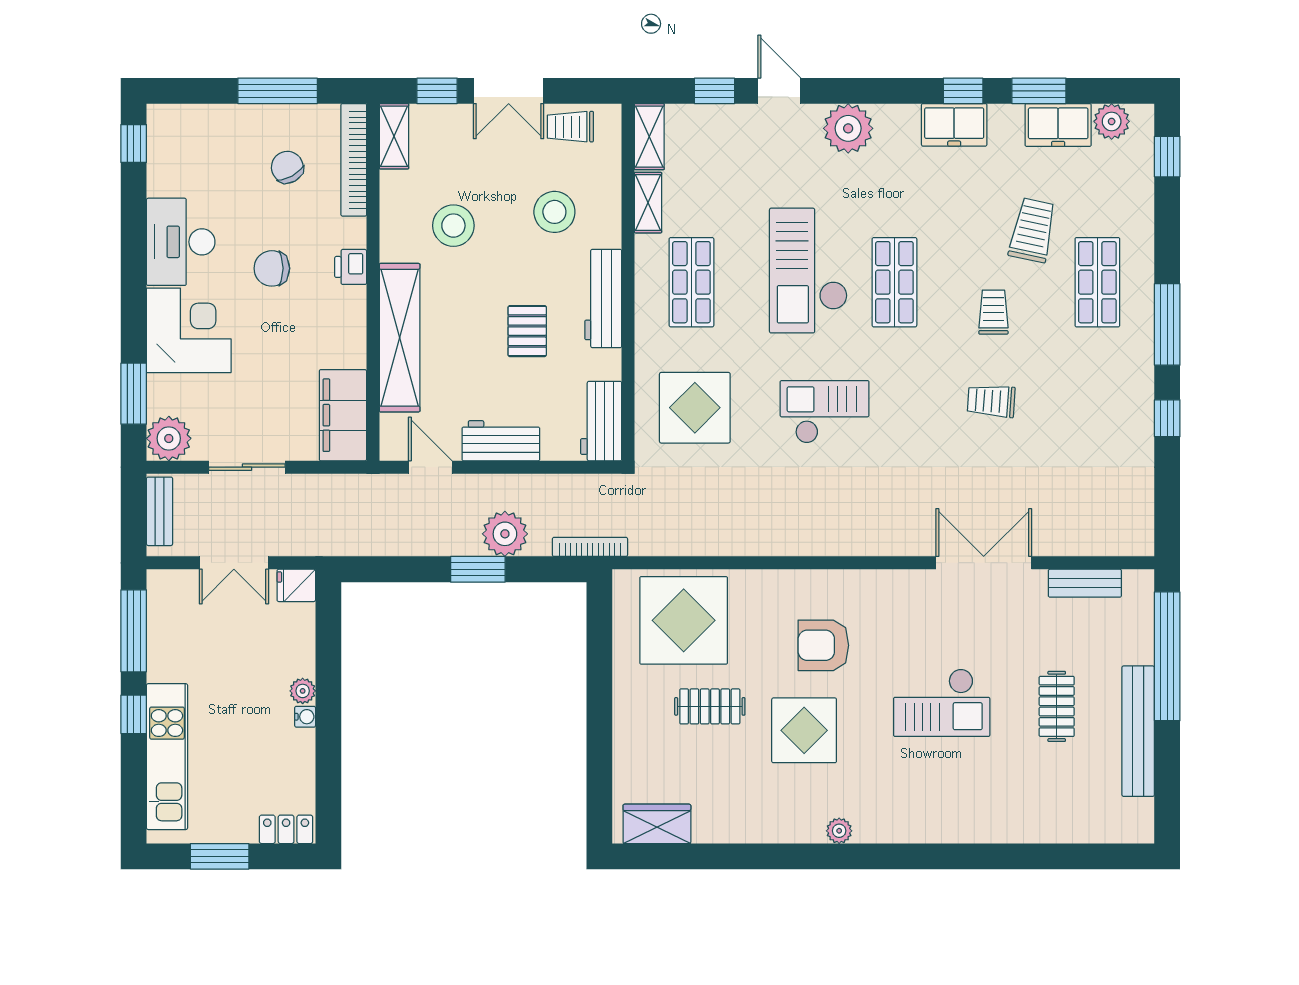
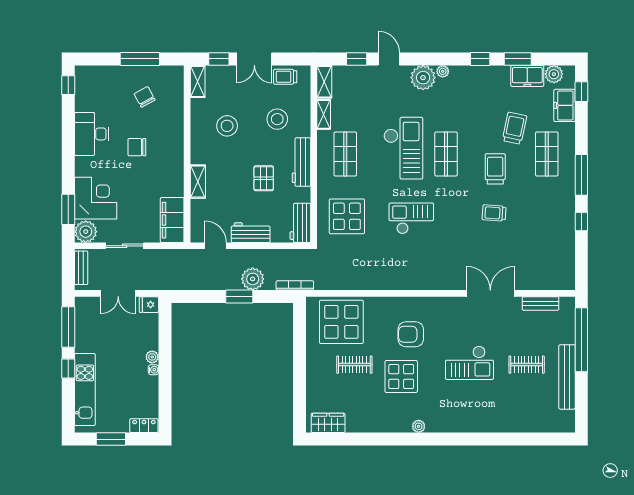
plant: (888, 116) -> (443, 71), added
freezer: (954, 125) -> (565, 105), moved, turned 90
bookcase: (354, 160) -> (178, 93), removed
printer: (351, 267) -> (176, 146), removed
checkout: (808, 271) -> (403, 148), turned 180
trolley: (993, 312) -> (495, 169), width x1.36, depth x1.39
corner desk: (189, 330) -> (96, 198), moved
shelving: (400, 338) -> (198, 182), width x0.45, depth x0.75
clothes rail: (1057, 706) -> (527, 365), turned 90

